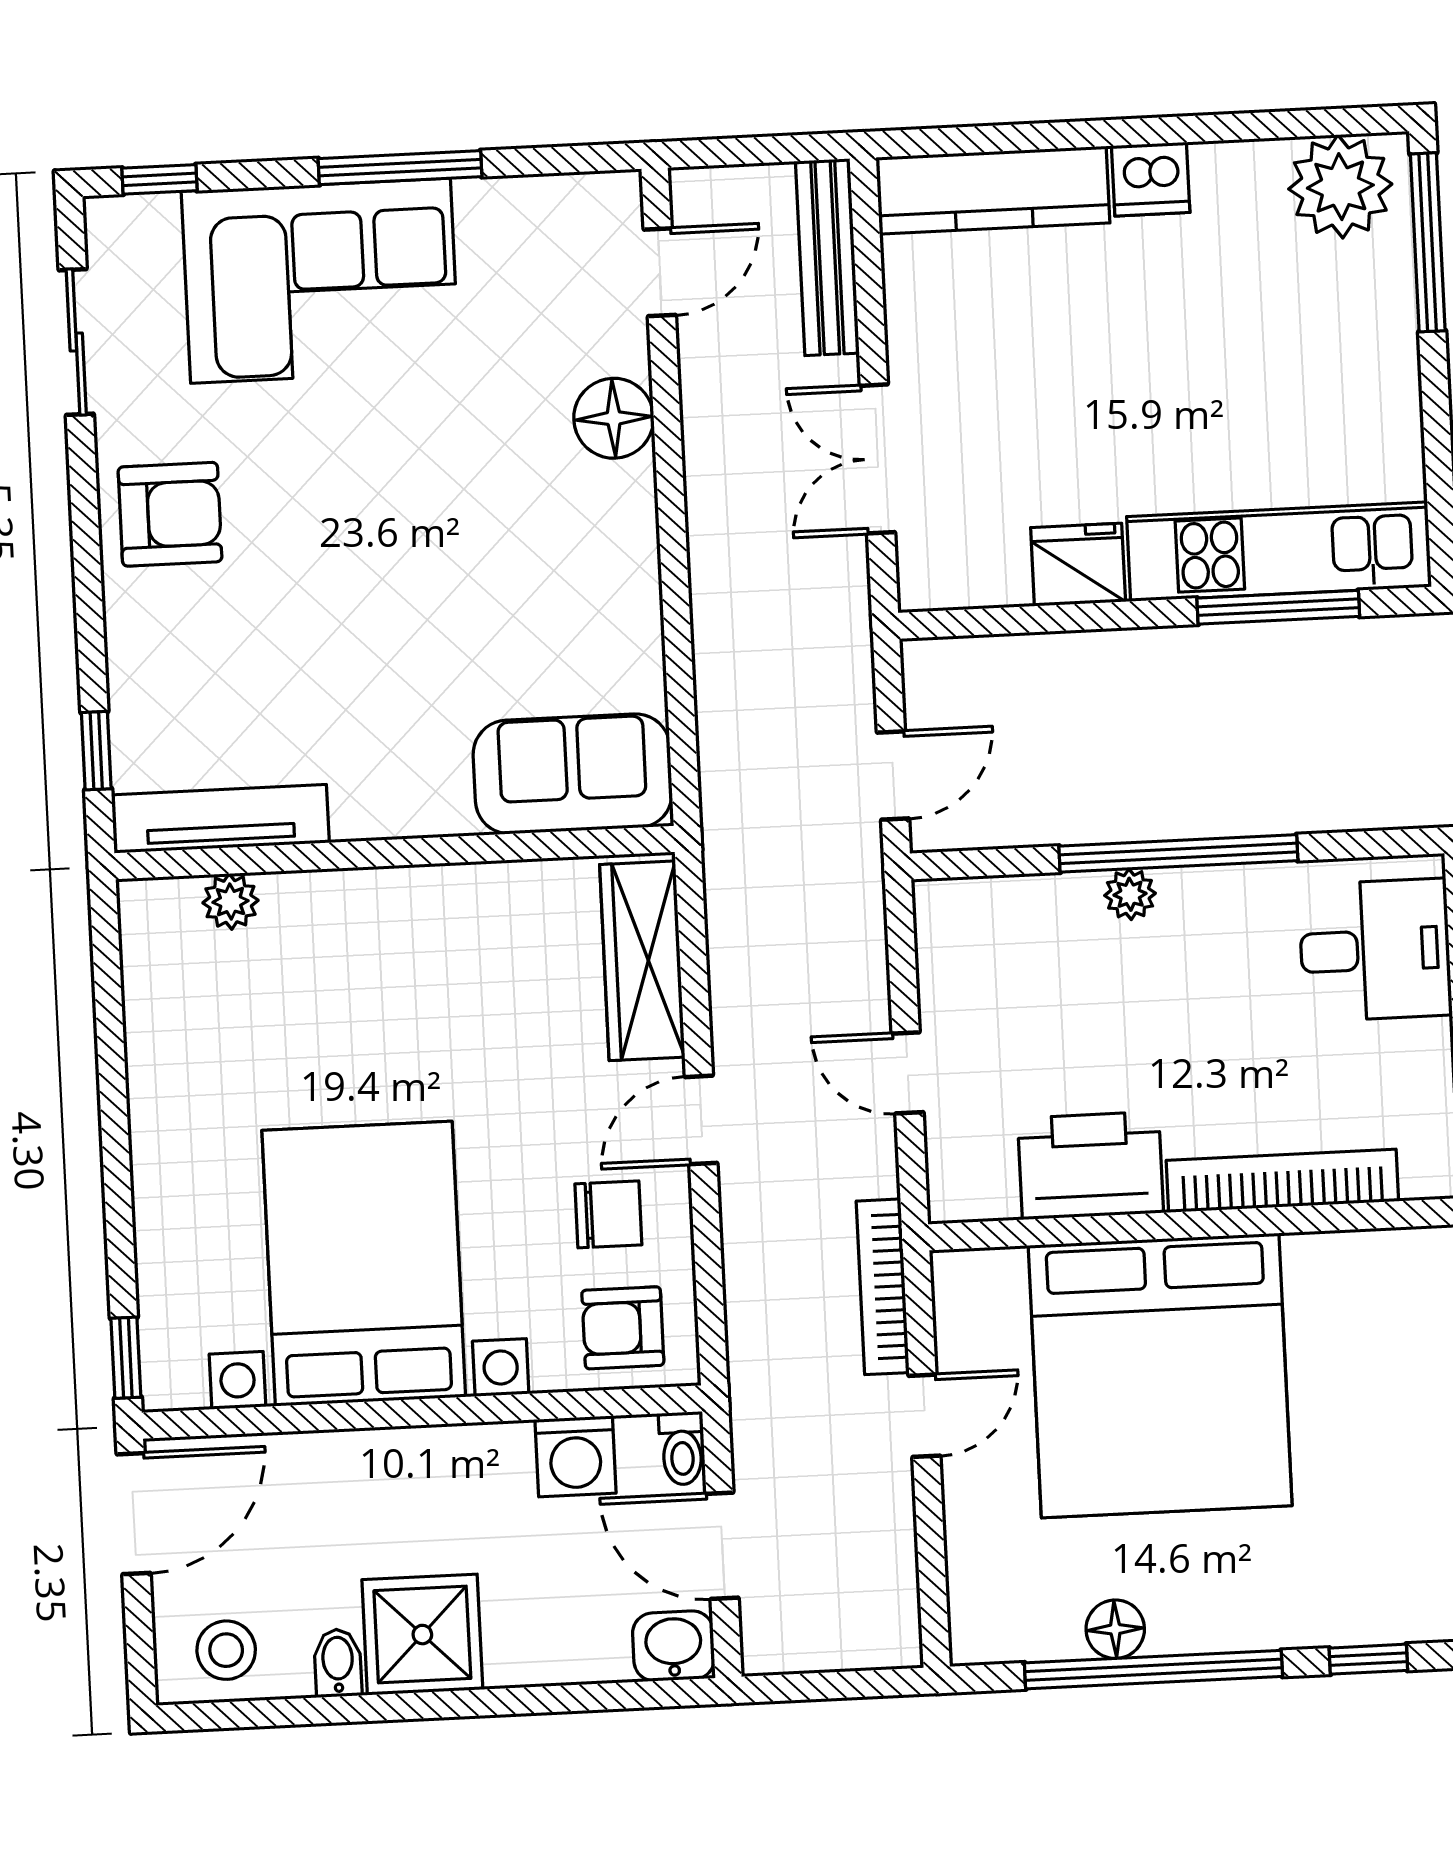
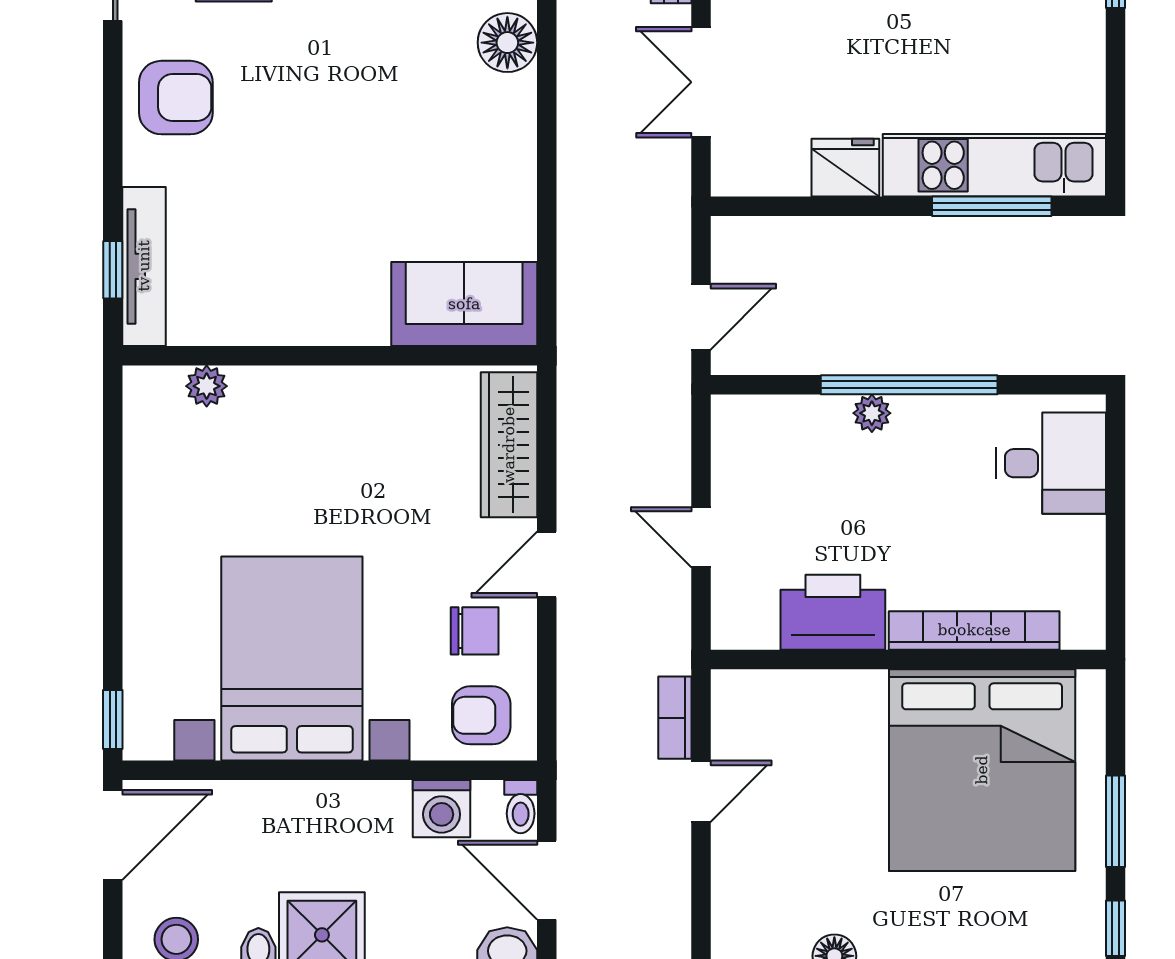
tv unit: (220, 819) -> (144, 266), moved, turned 90
bookcase: (883, 1287) -> (675, 718), width x0.64
bed: (1160, 1376) -> (982, 770), moved

